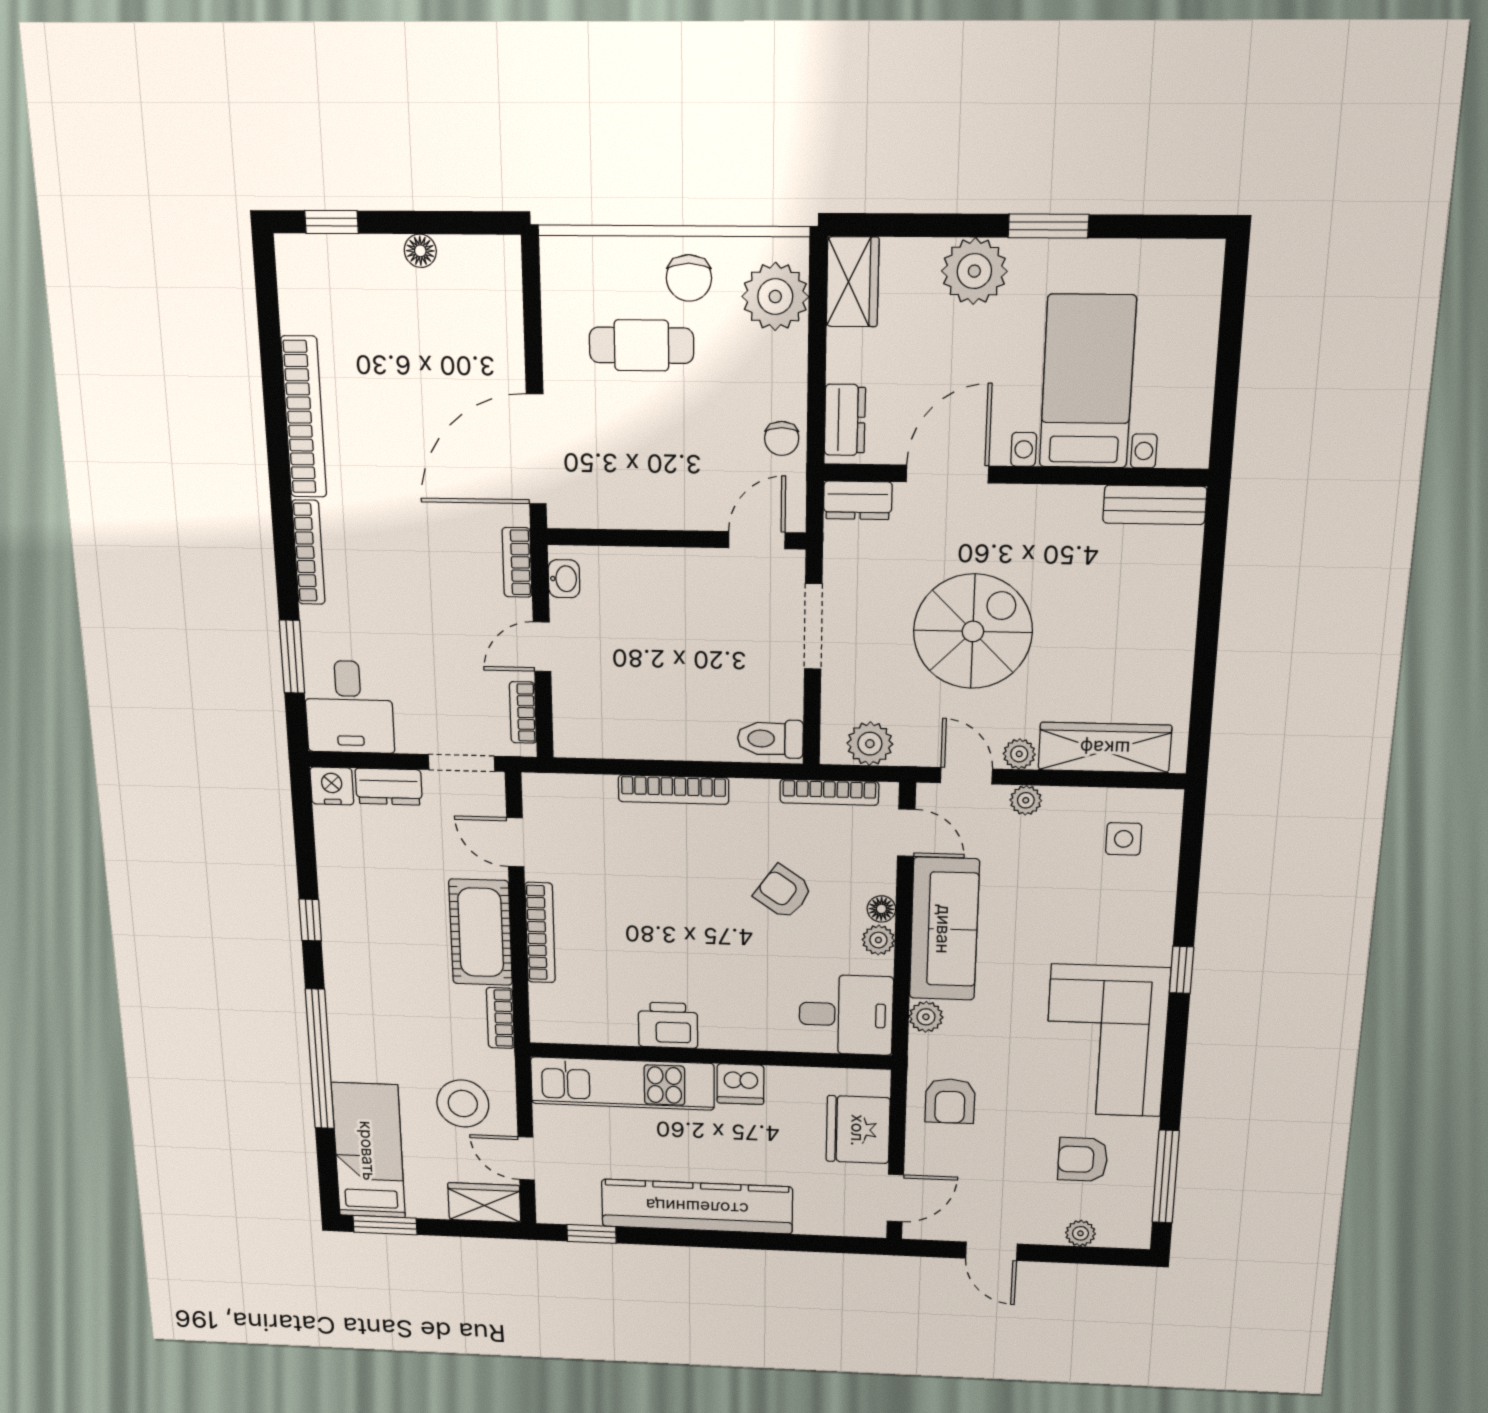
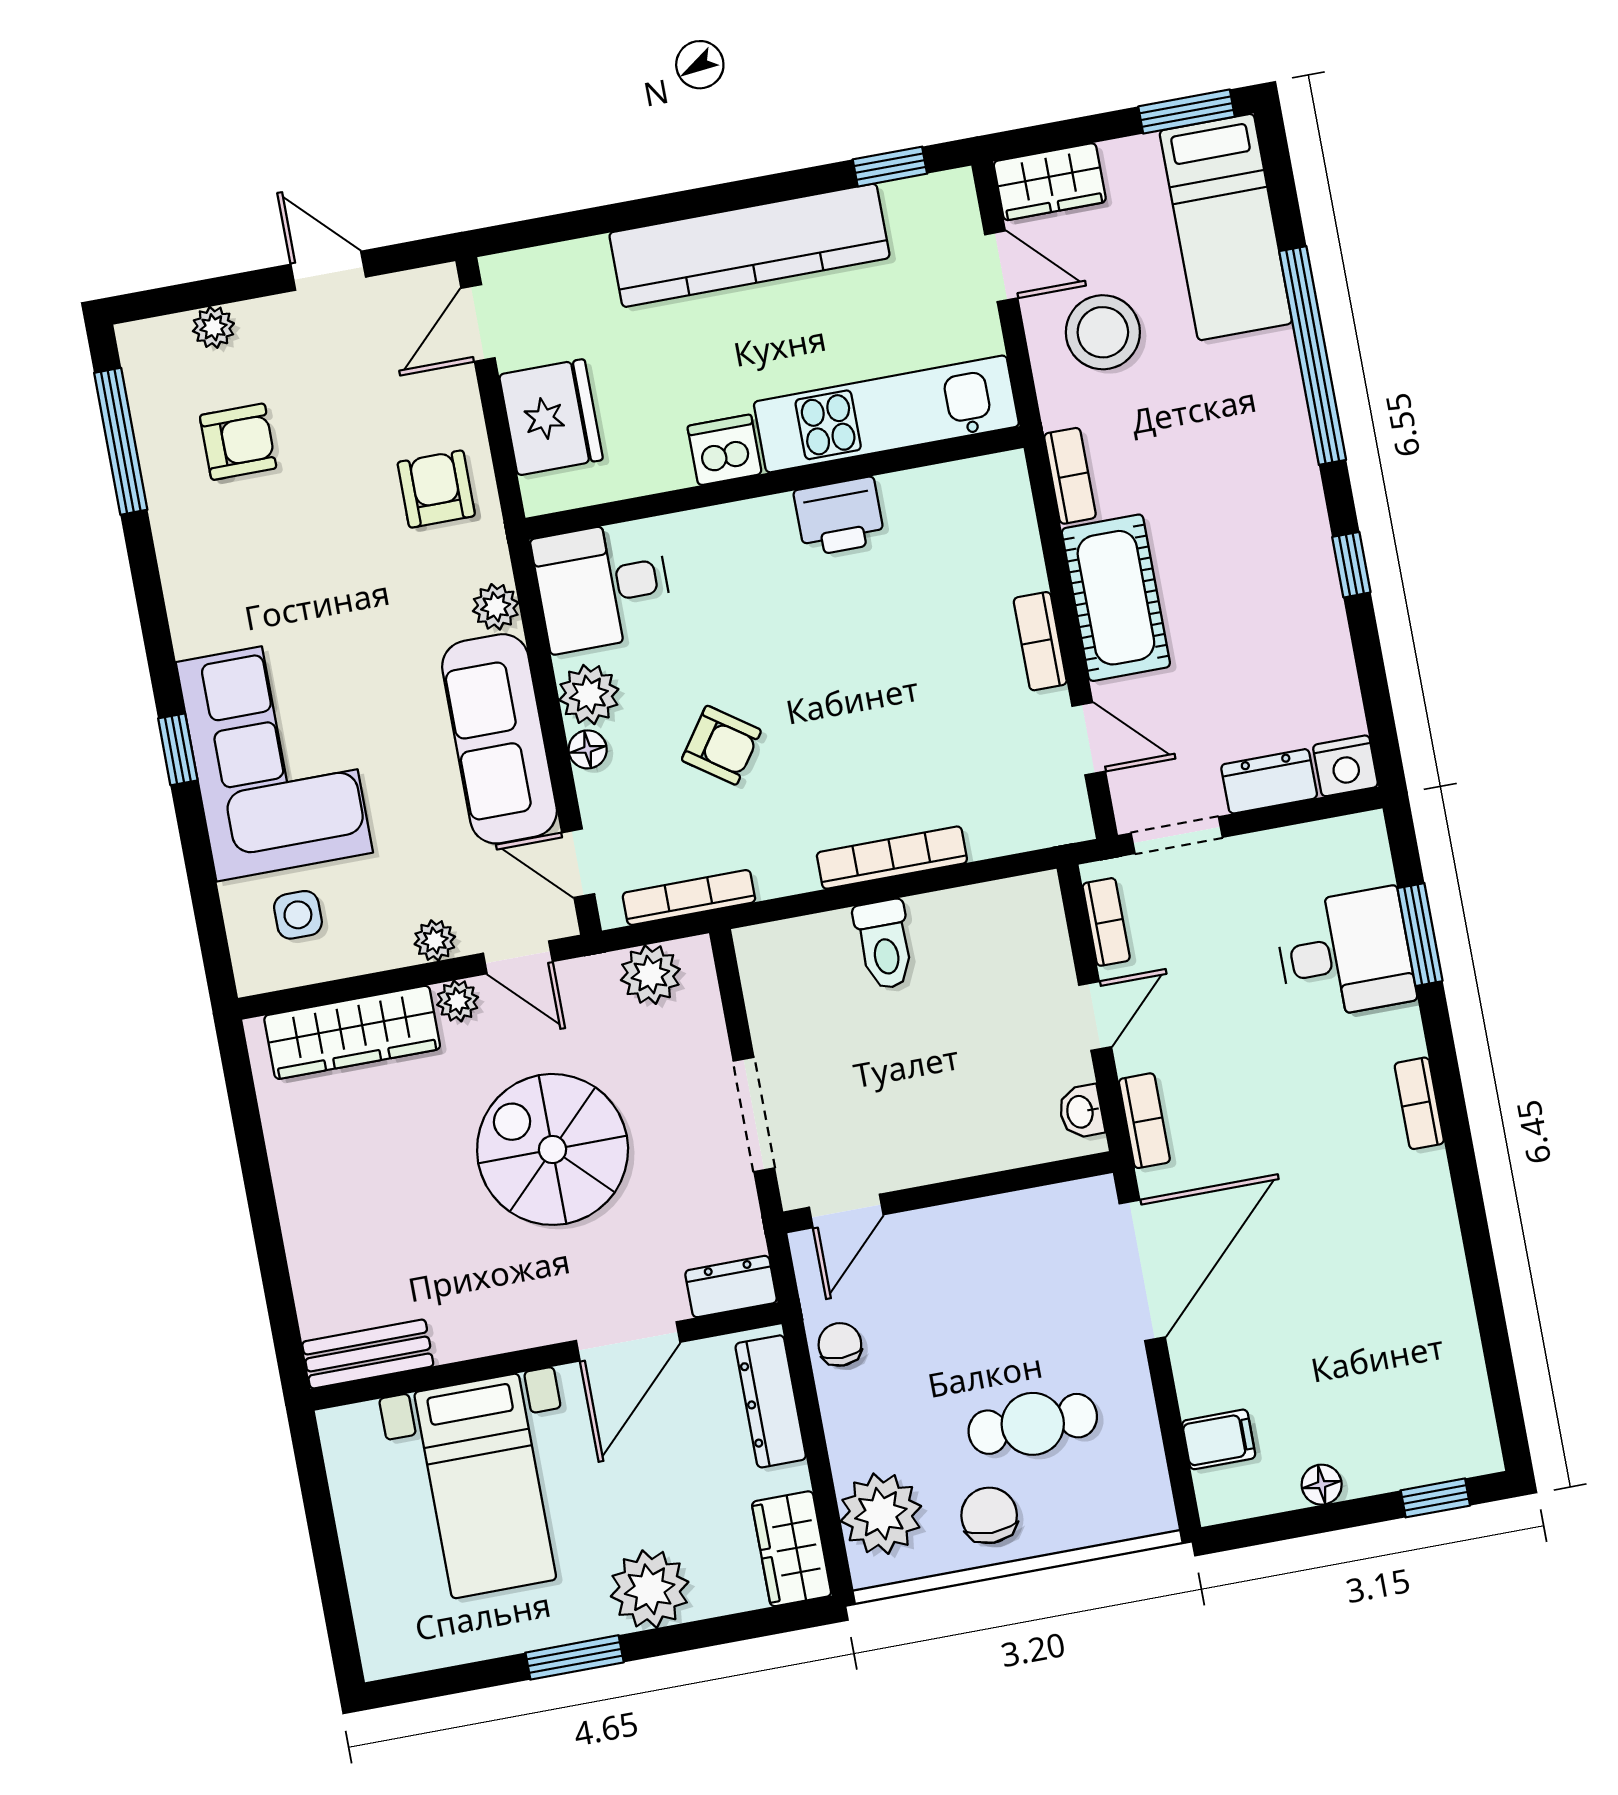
filing cabinet: (497, 304) -> (1219, 1439), added
bookcase: (304, 417) -> (1441, 1252), removed
dresser: (845, 420) -> (771, 1401), width x1.44
bookcase: (308, 552) -> (1419, 1103), width x0.64
spiral stairs: (973, 631) -> (553, 1149), turned 90
desk: (349, 707) -> (1345, 954), moved, turned 90
toilet: (770, 739) -> (884, 945), moved, turned 90
bookcase: (540, 933) -> (1040, 641), width x0.64
plant: (878, 940) -> (589, 695), width x1.38, depth x1.38
corner sofa: (1106, 1041) -> (274, 757), moved

